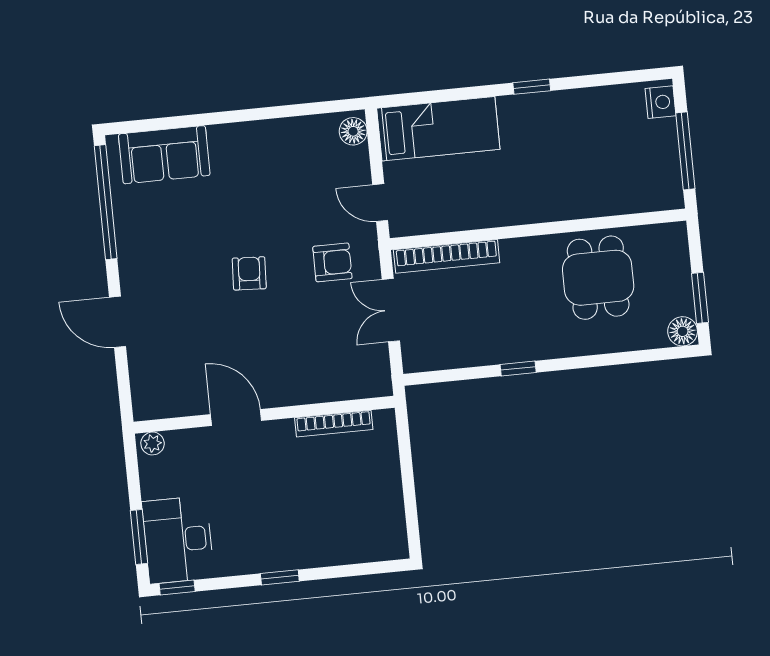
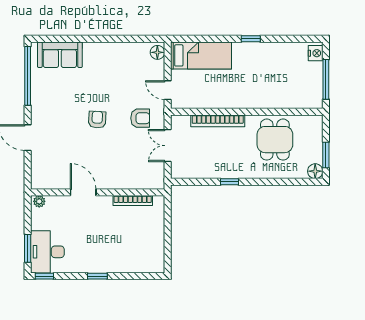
bookcase: (447, 256) -> (218, 121), moved

